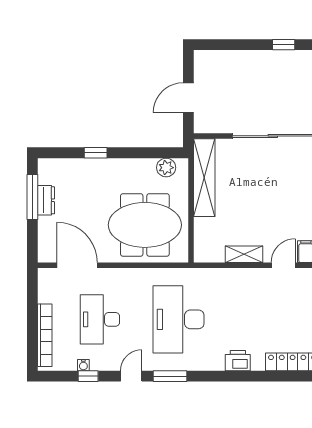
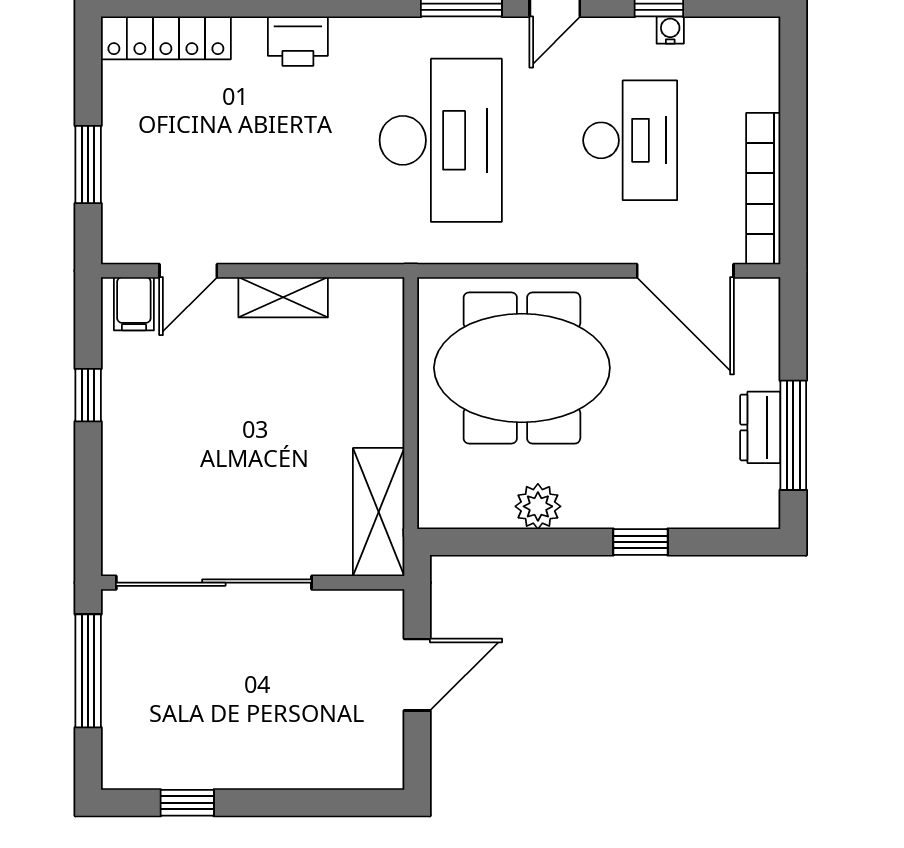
plant: (166, 168) -> (538, 506), moved
shelving: (204, 178) -> (379, 512), width x0.68
bookcase: (45, 335) -> (763, 189), moved

